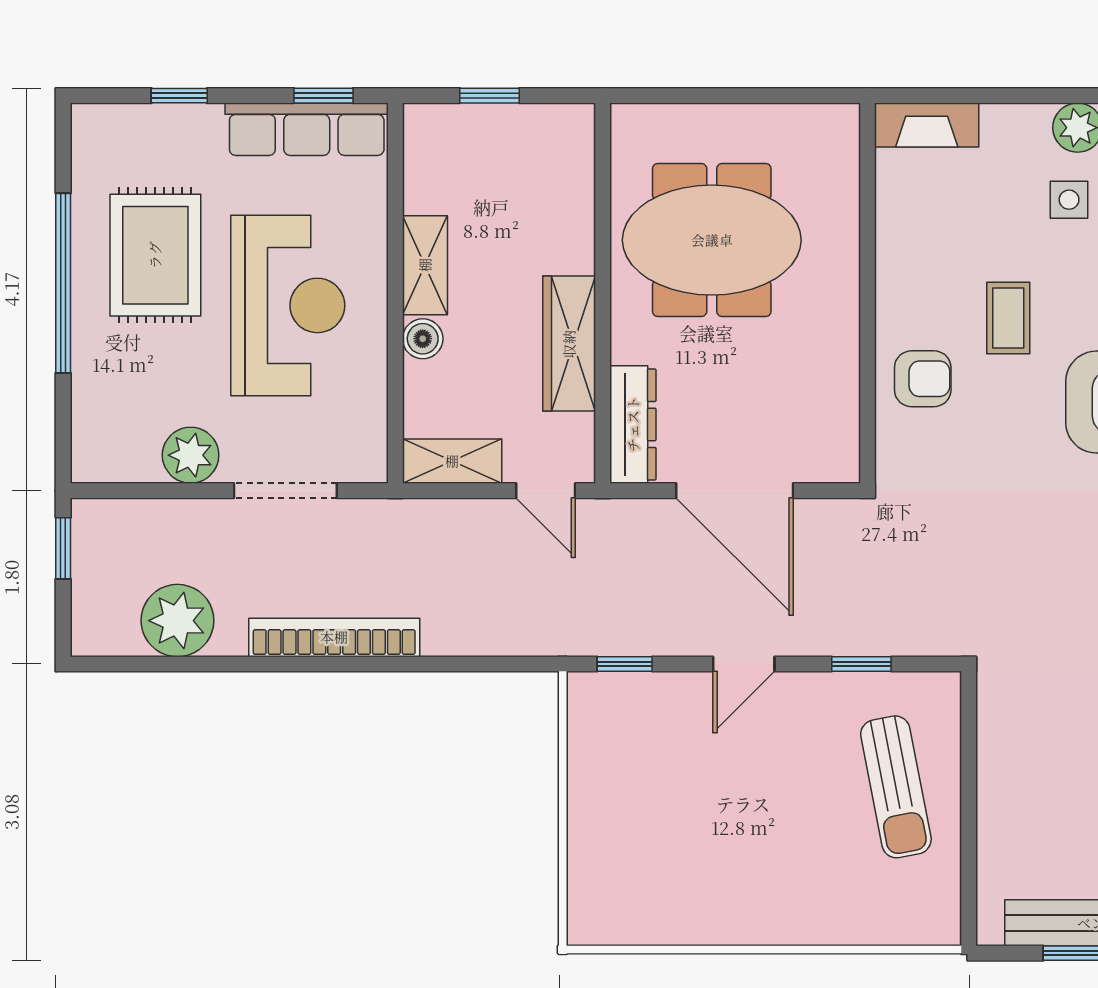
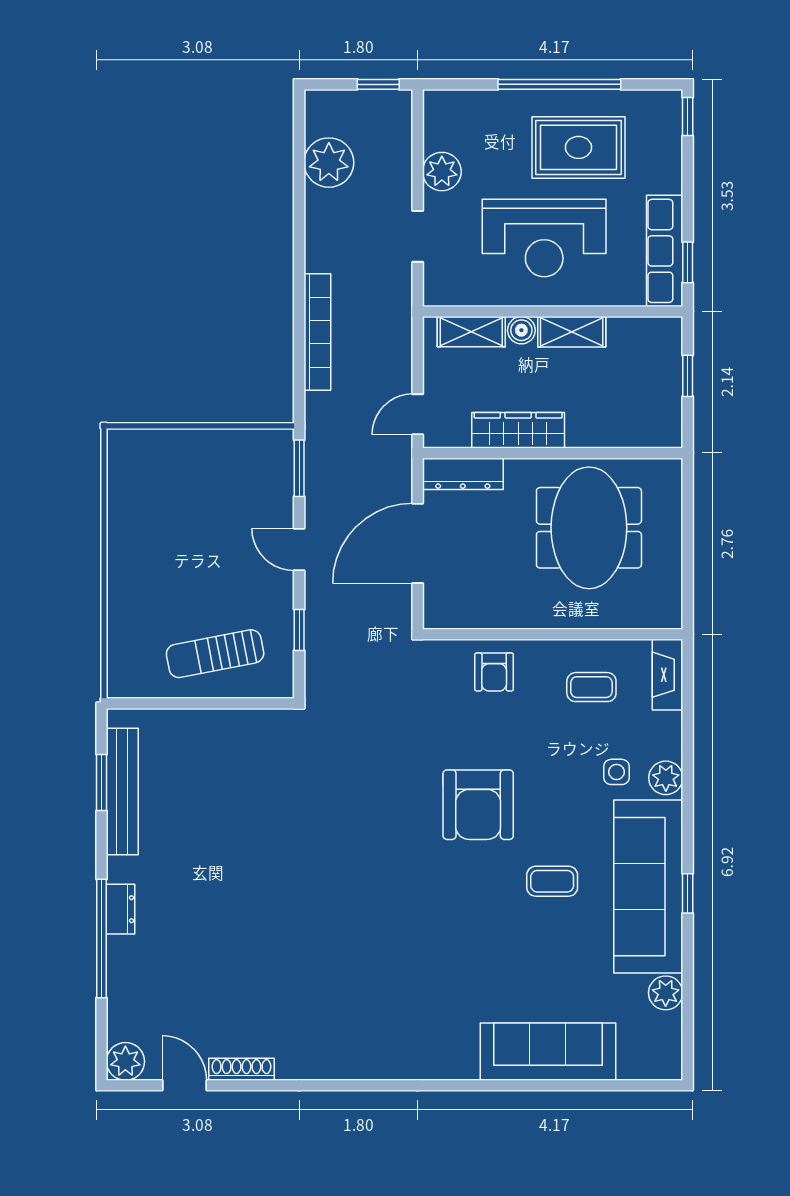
window: (179, 96) -> (688, 117), moved
coffee table: (1008, 318) -> (591, 687), moved
shelving: (452, 461) -> (471, 332), moved, turned 90
doorway: (285, 491) -> (418, 236), width x0.73
bookcase: (334, 637) -> (317, 332), moved
window: (625, 664) -> (299, 468), width x1.50

